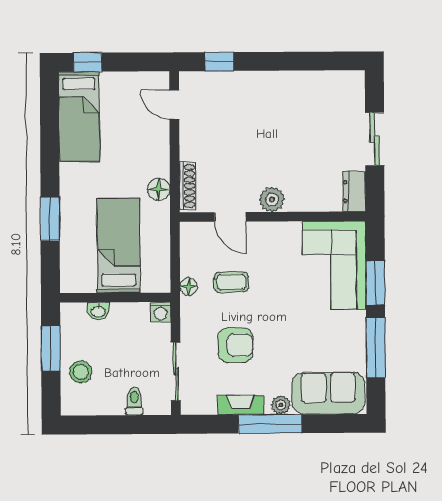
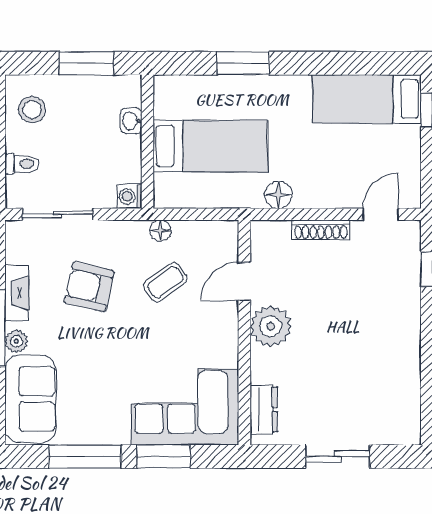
shoe rack: (188, 186) -> (321, 230), moved
dresser: (354, 191) -> (264, 409), moved, turned 90
plant: (272, 200) -> (271, 326), width x1.36, depth x1.36
coffee table: (231, 282) -> (165, 282), turned 55
armchair: (235, 345) -> (89, 287), turned 103
stool: (81, 372) -> (32, 110), moved

